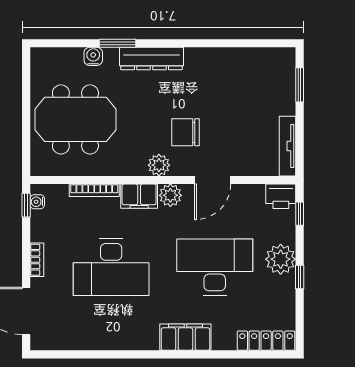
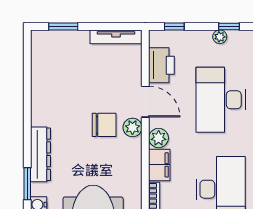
chair: (186, 132) -> (104, 125), turned -90
plant: (159, 165) -> (132, 127), moved
printer: (281, 196) -> (161, 65), moved, width x1.37, depth x1.19
plant: (281, 259) -> (220, 37), width x0.53, depth x0.53

